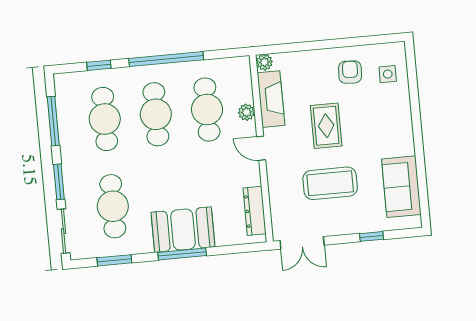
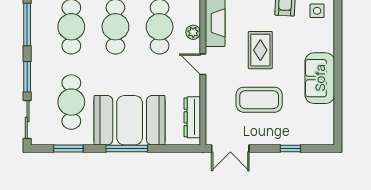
sofa: (401, 187) -> (320, 78), moved
booth: (183, 230) -> (130, 120), width x1.36, depth x1.42

